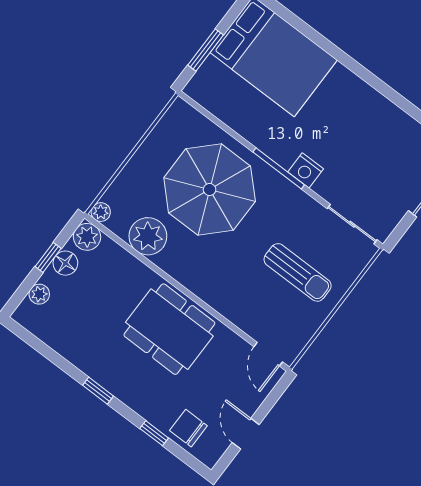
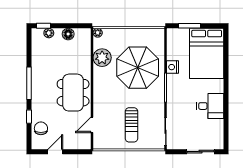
desk: (366, 117) -> (210, 106), added
nightstand: (306, 170) -> (173, 67), moved
plant: (87, 237) -> (84, 35), removed
window: (48, 257) -> (44, 26), moved
door: (268, 354) -> (92, 125), moved
window: (98, 391) -> (29, 83), width x2.17

